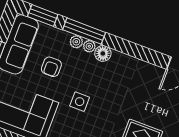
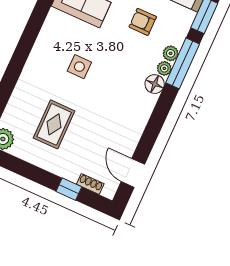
side table: (80, 102) -> (79, 67), moved

